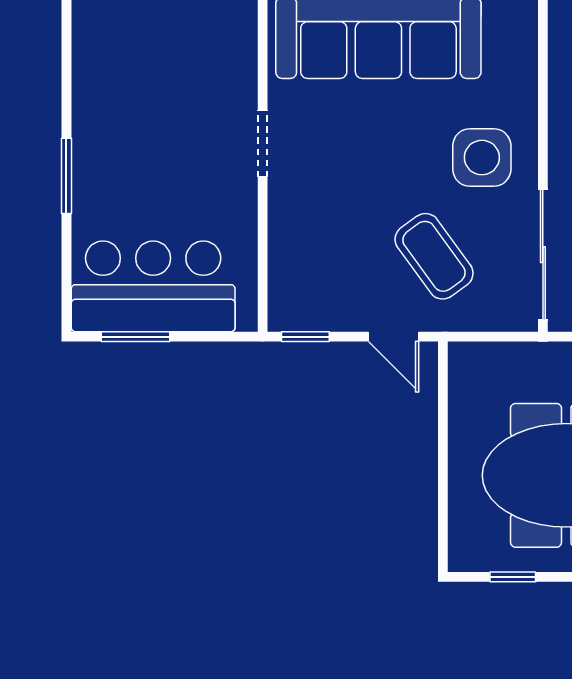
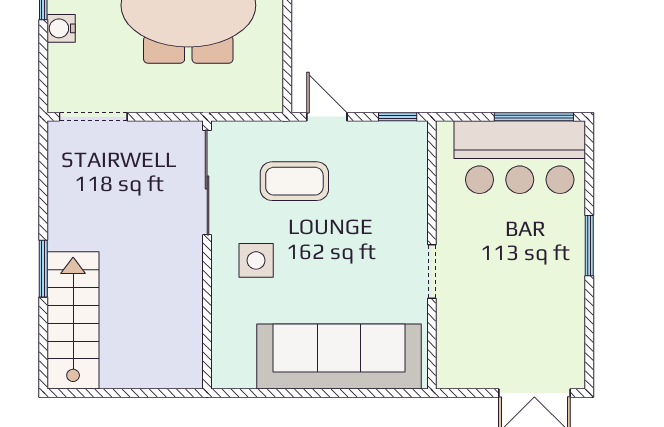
side table: (482, 158) -> (256, 260), width x0.73, depth x0.73
coffee table: (434, 256) -> (294, 181), turned -54
window: (136, 337) -> (534, 117), width x1.44

